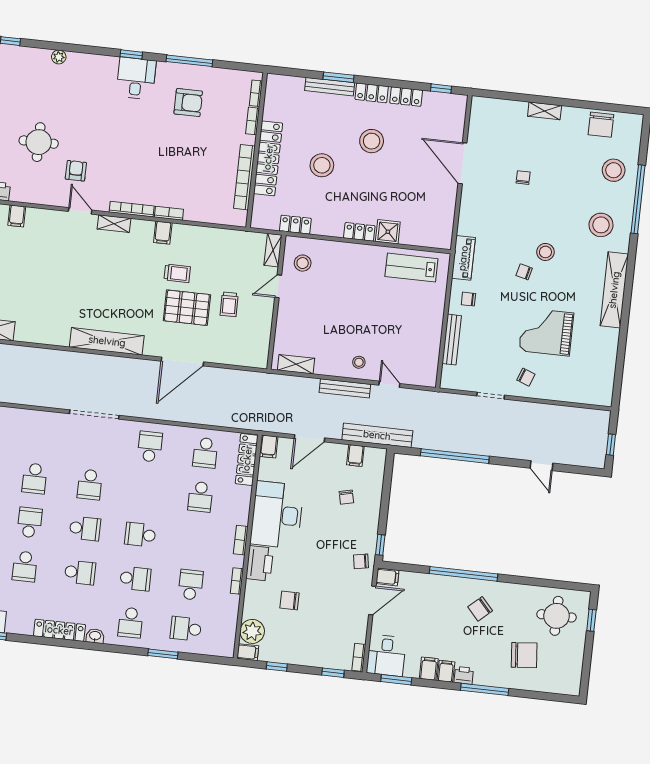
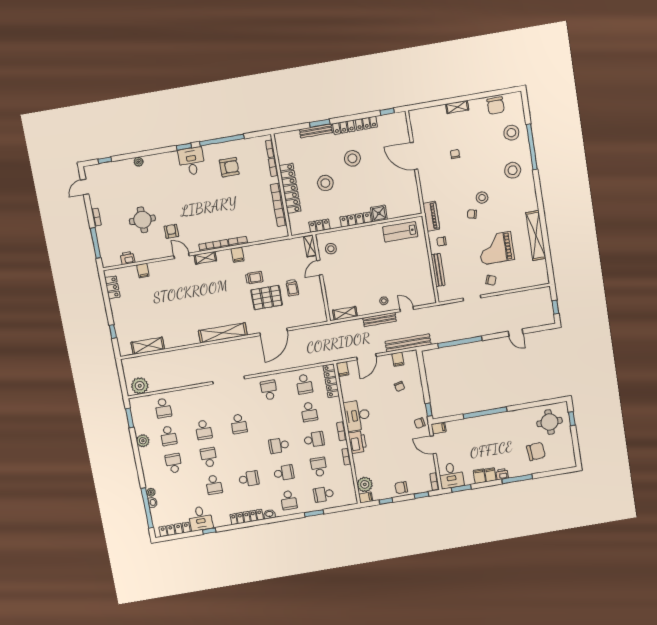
window: (189, 61) -> (222, 140), width x1.46
locker: (359, 232) -> (356, 220), width x1.53
shelving: (614, 290) -> (536, 236), moved
desk: (277, 515) -> (357, 415), width x0.73, depth x0.77
school desk: (85, 529) -> (314, 439), moved
chair: (289, 600) -> (401, 488), moved
door: (372, 600) -> (433, 445), swing flipped
chair: (480, 609) -> (501, 431), removed

